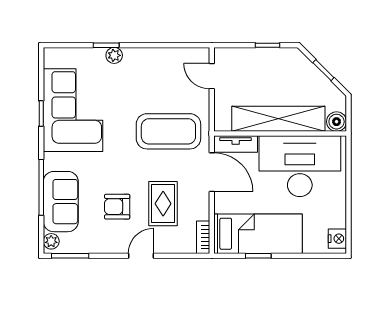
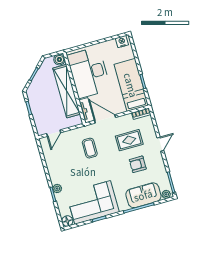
floor lamp: (53, 57) -> (67, 221), added
coffee table: (168, 131) -> (90, 148), width x0.54, depth x0.58
door: (212, 172) -> (105, 119), hinge flipped
armchair: (117, 207) -> (138, 164), turned 90
door: (141, 256) -> (160, 144), swing flipped

